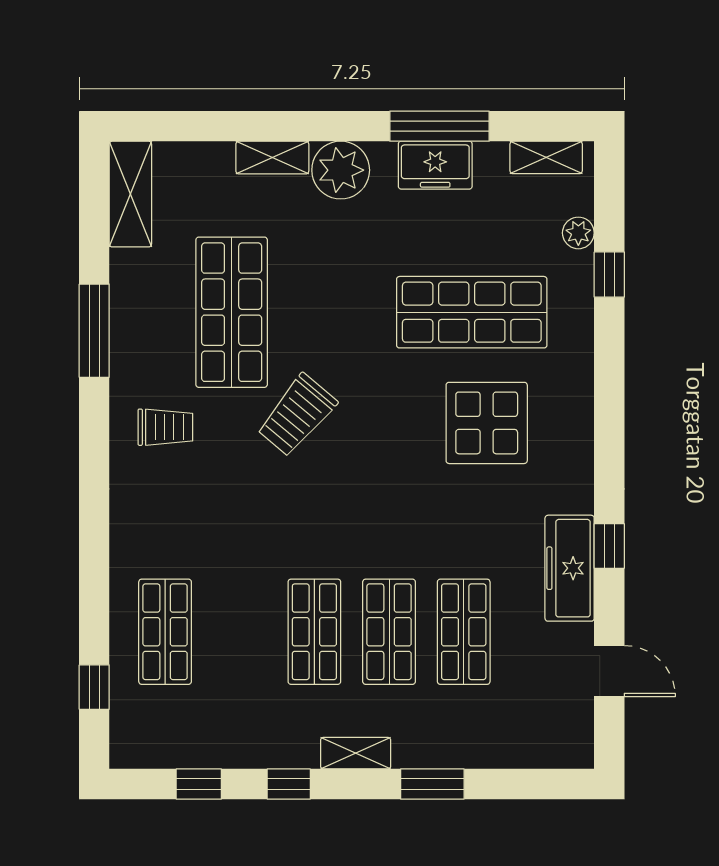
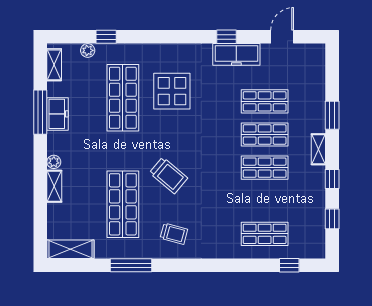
plant: (341, 170) -> (54, 162), width x0.53, depth x0.53
shop shelf: (232, 312) -> (123, 204), turned 90
trolley: (165, 427) -> (174, 234), turned 105

